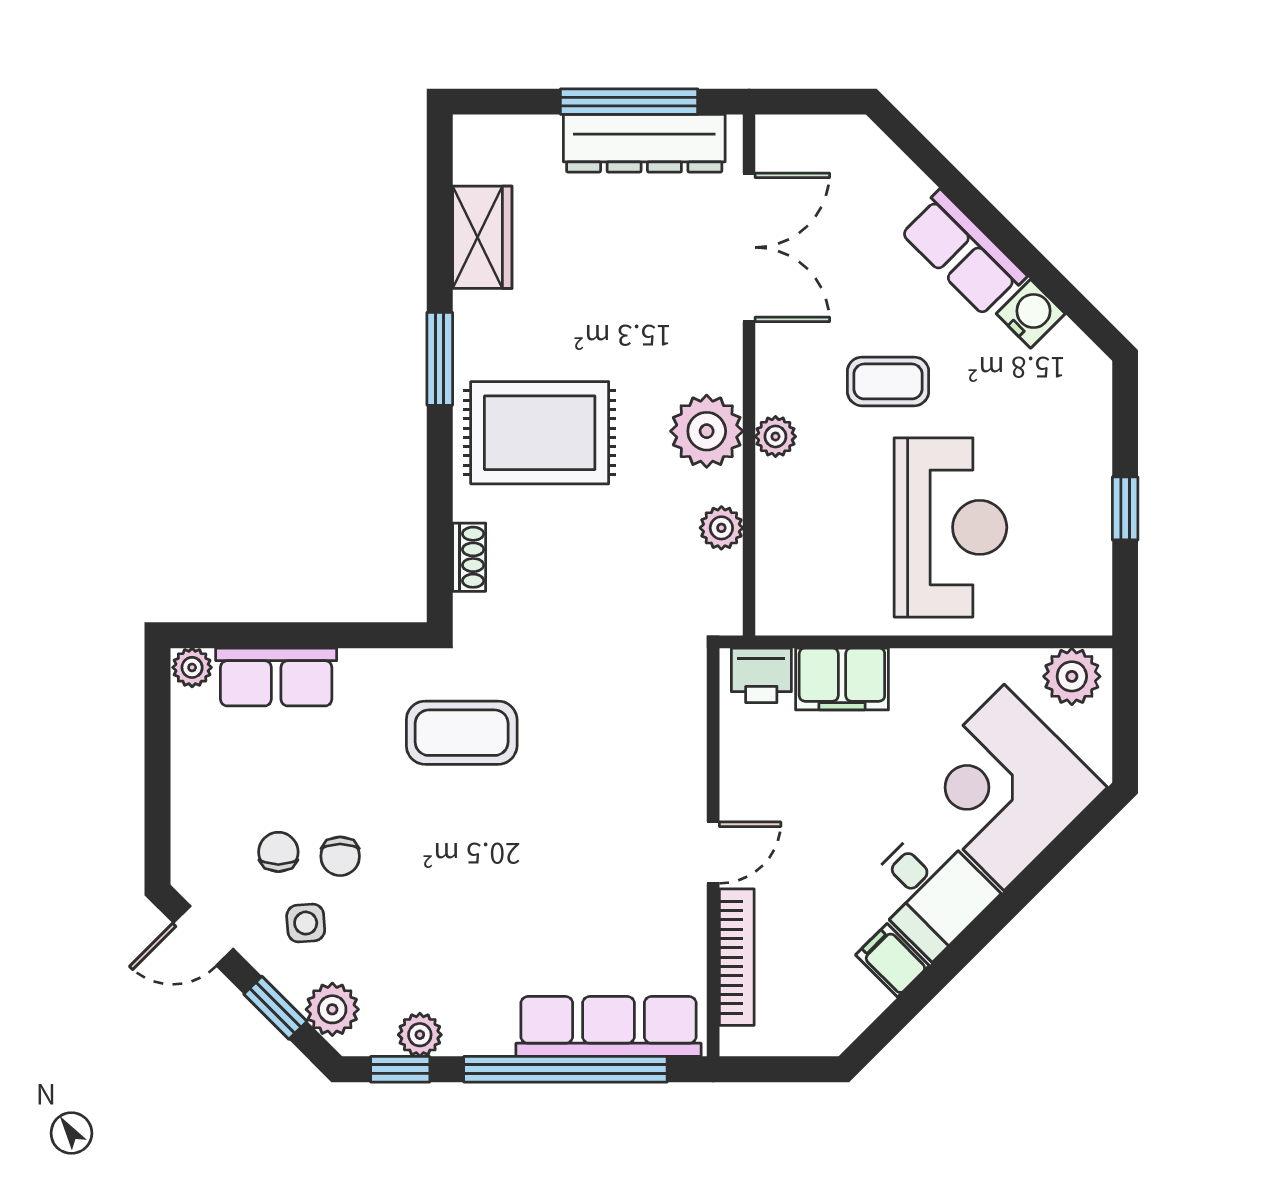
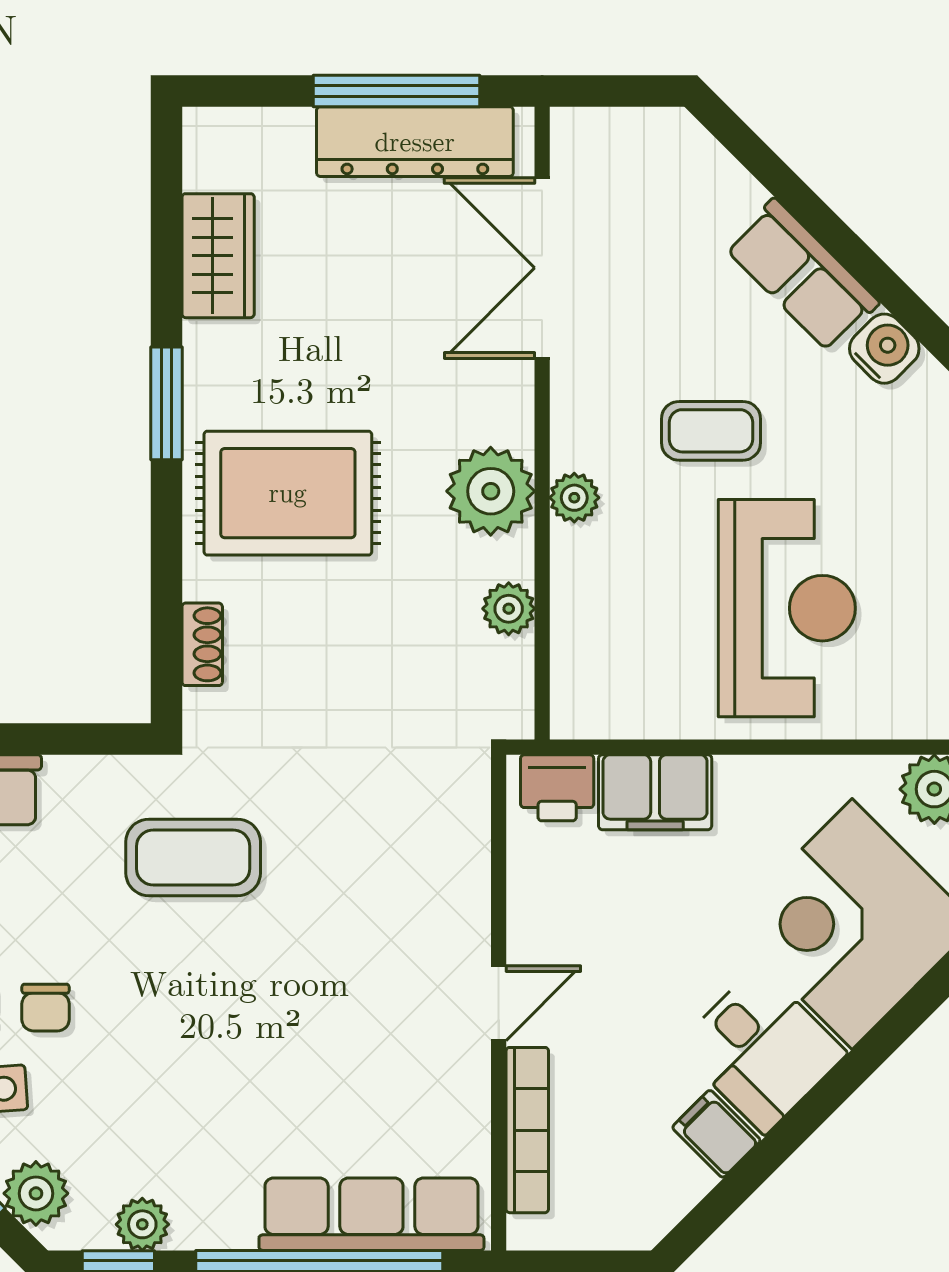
double door: (749, 247) -> (542, 268), swing flipped

